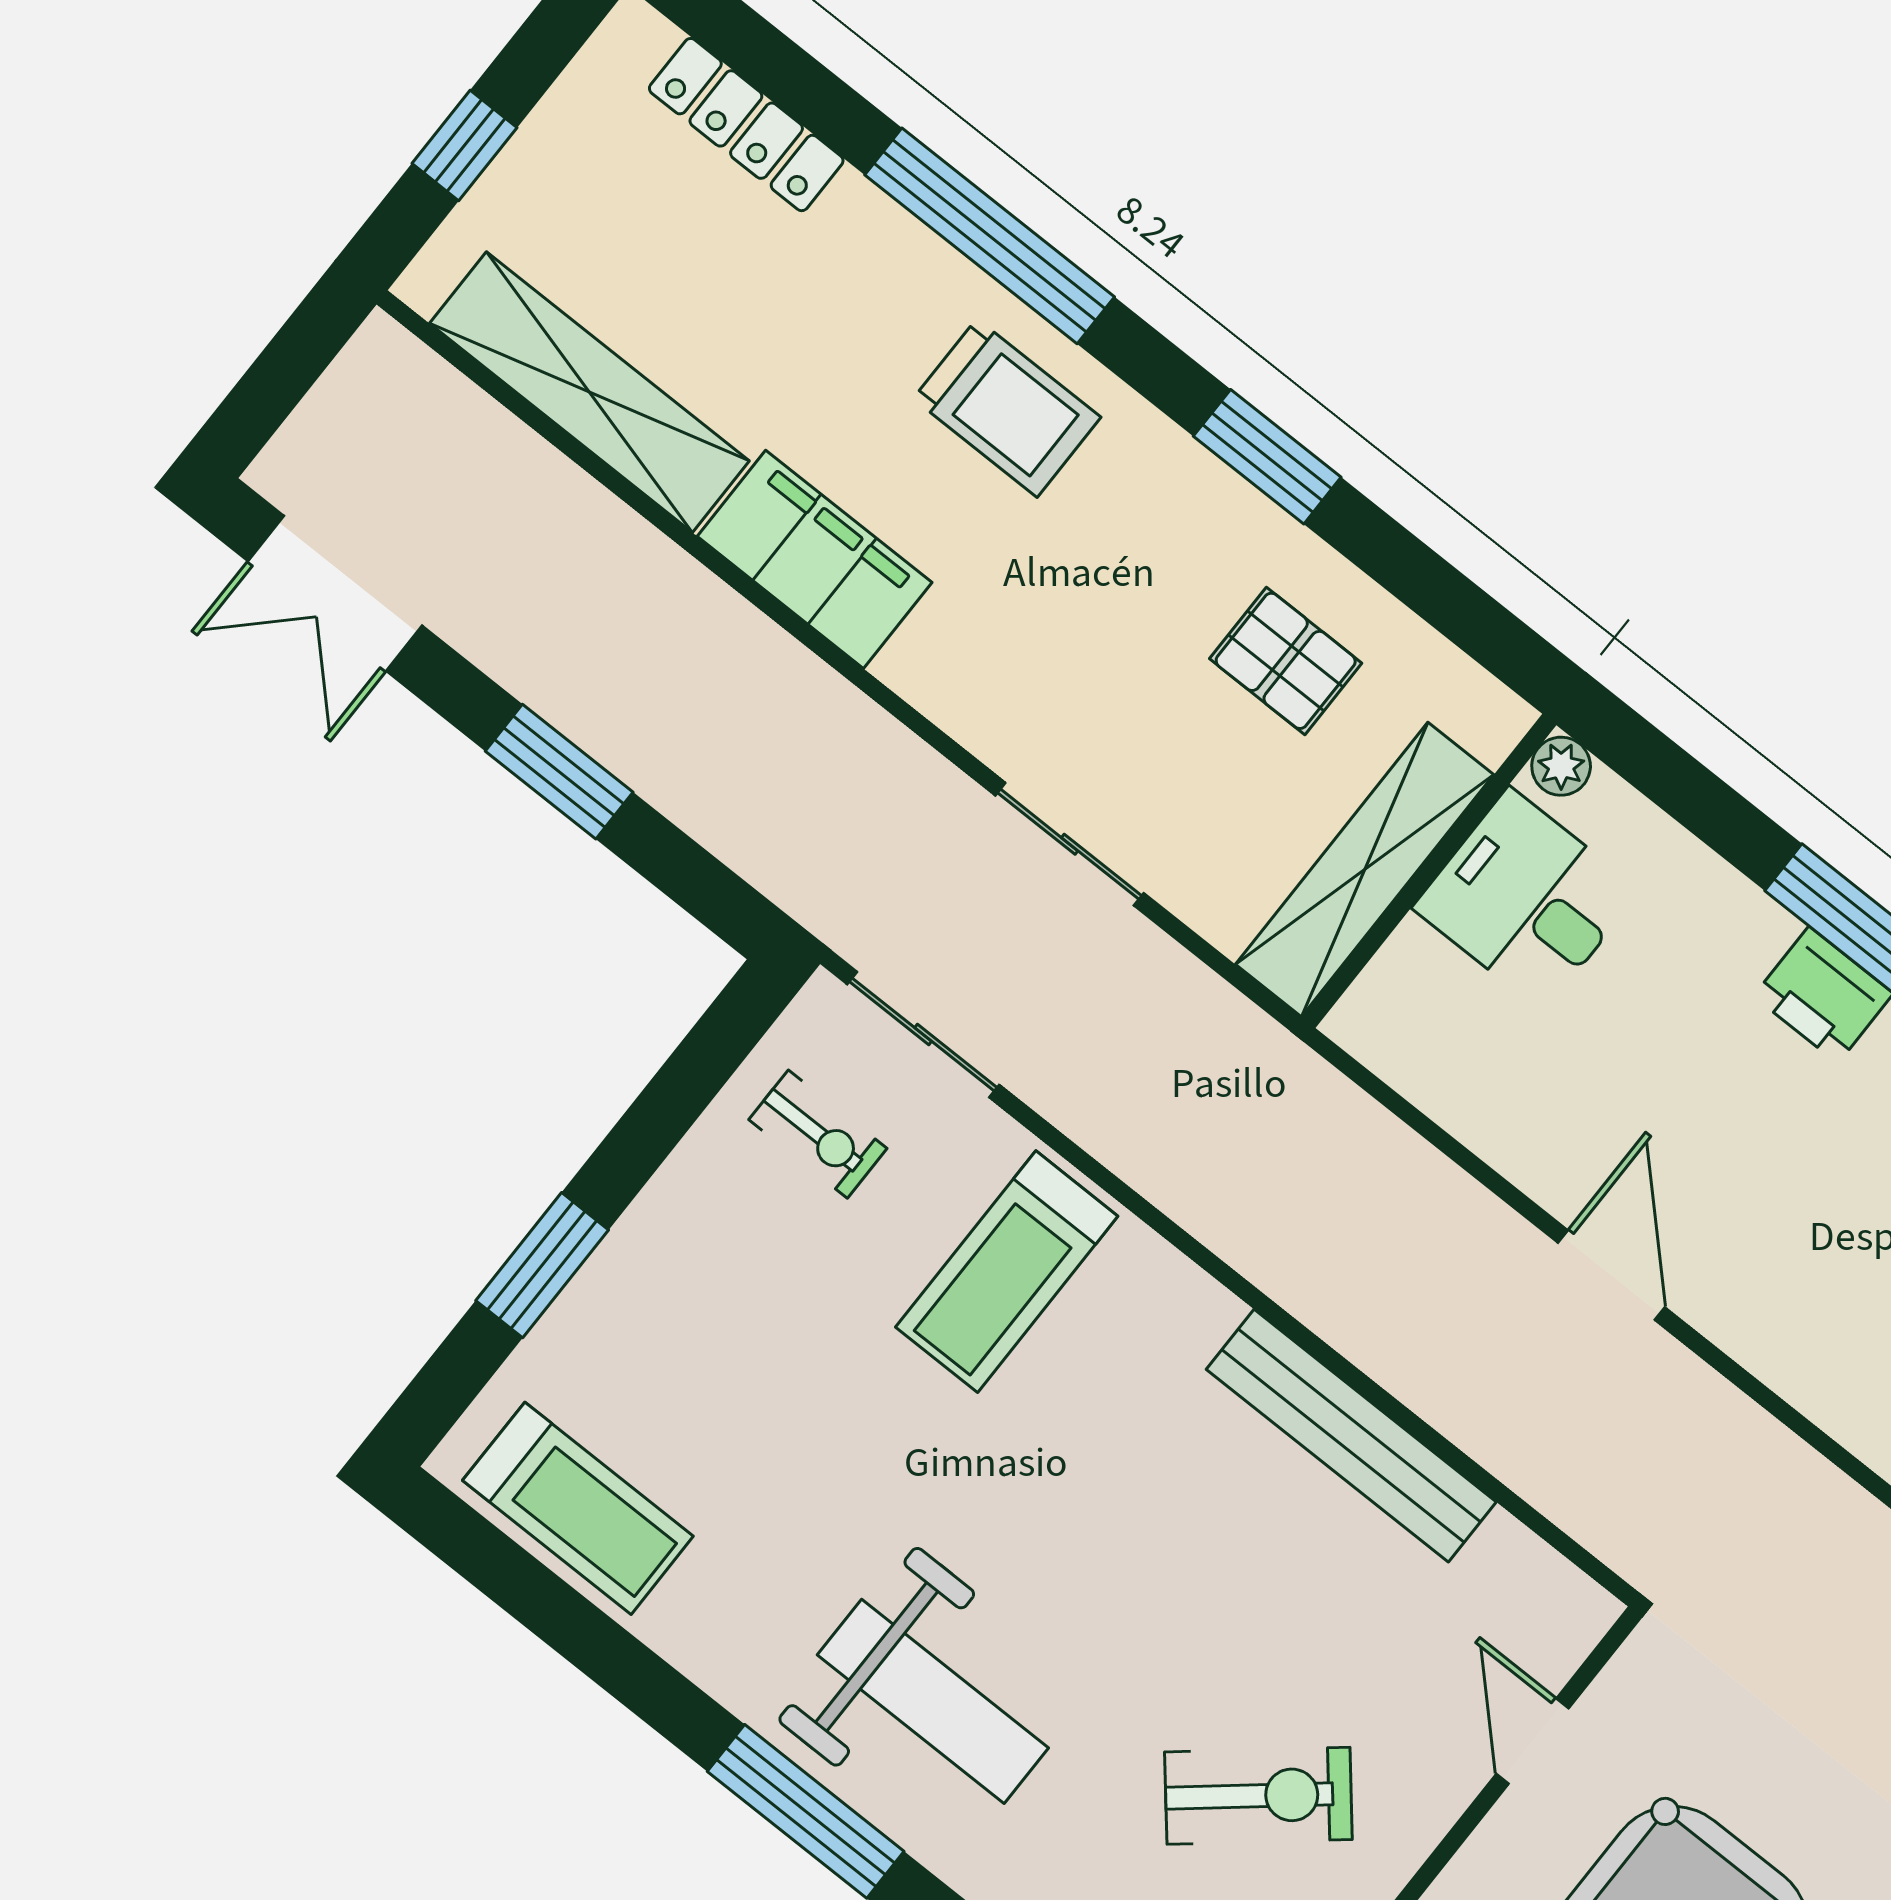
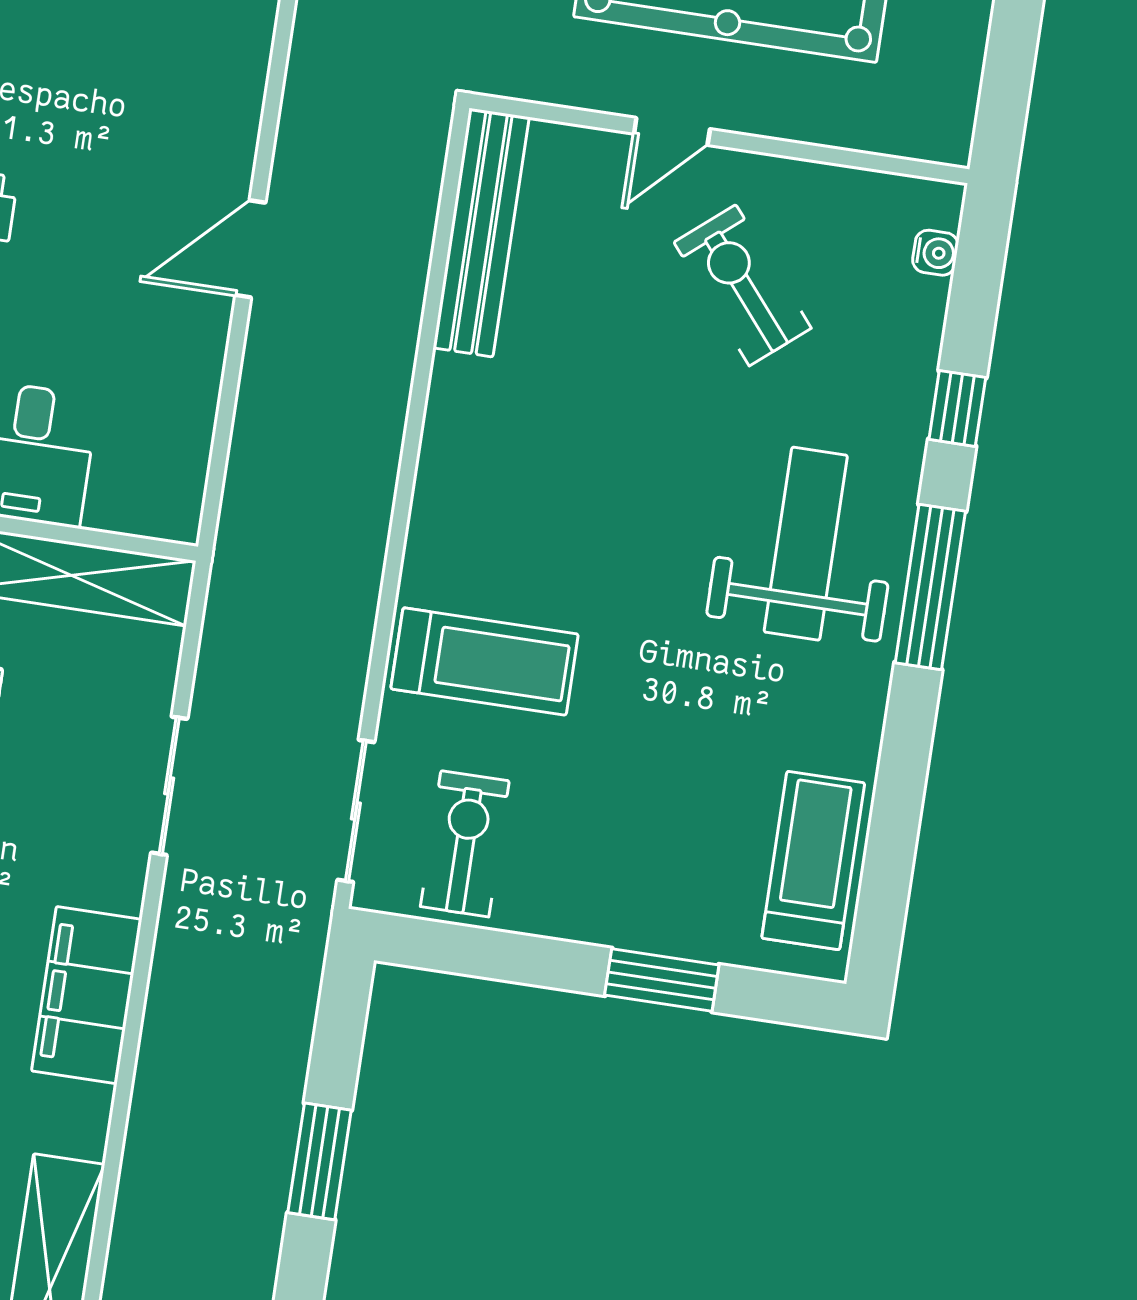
filing cabinet: (815, 559) -> (87, 995), moved
exercise bike: (818, 1134) -> (465, 844), width x1.38, depth x1.39
bench: (1351, 1436) -> (481, 233), moved
door: (1532, 1741) -> (672, 131), moved

